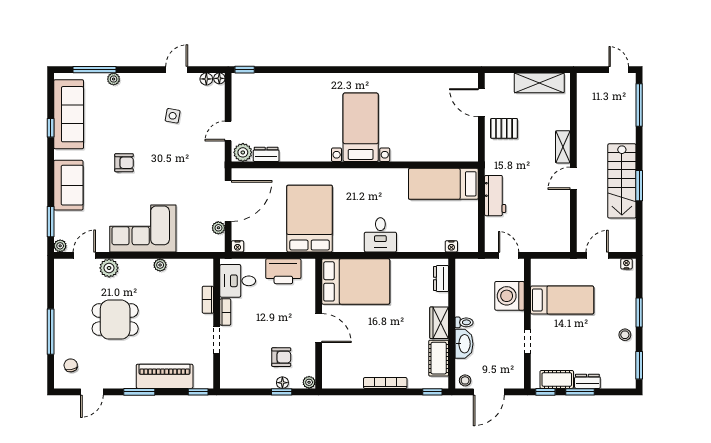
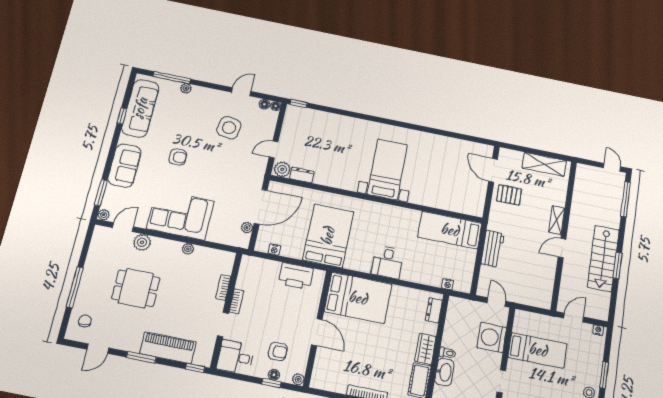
side table: (173, 116) -> (229, 128), width x1.87, depth x1.87
nightstand: (238, 246) -> (274, 249), moved
desk: (238, 281) -> (235, 357), moved

